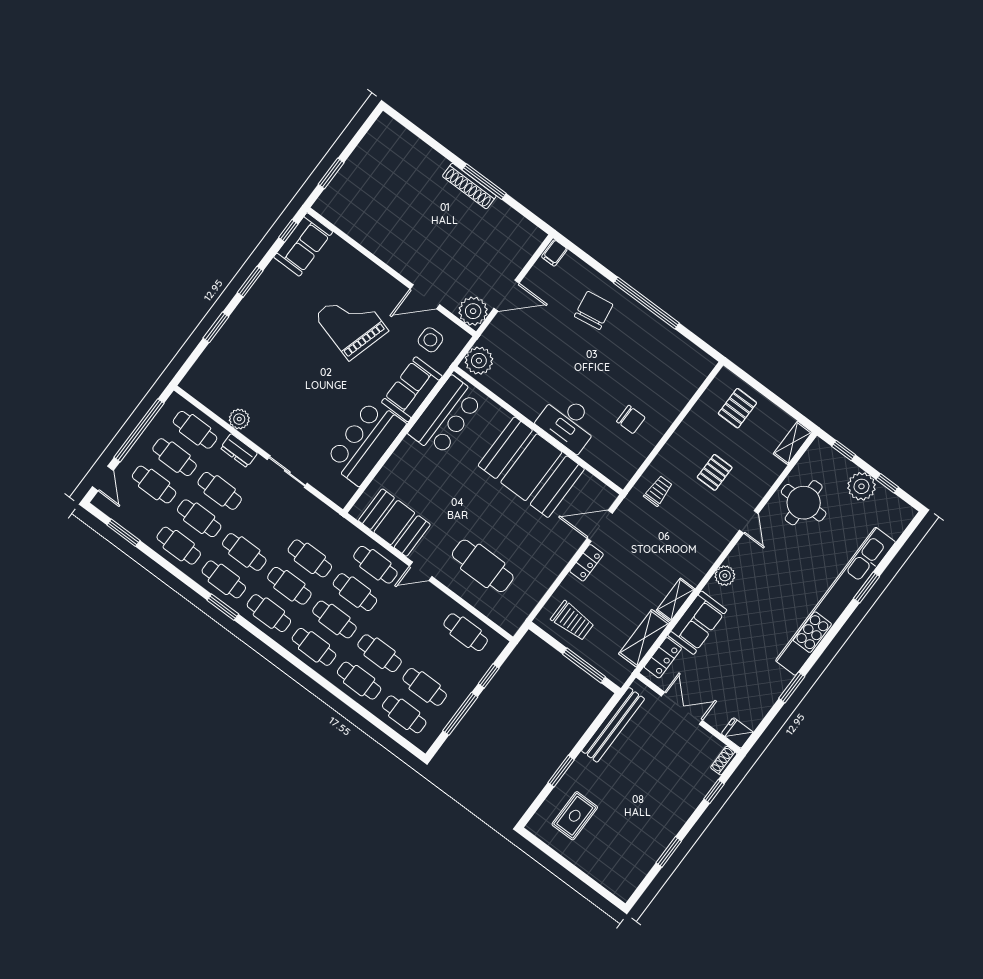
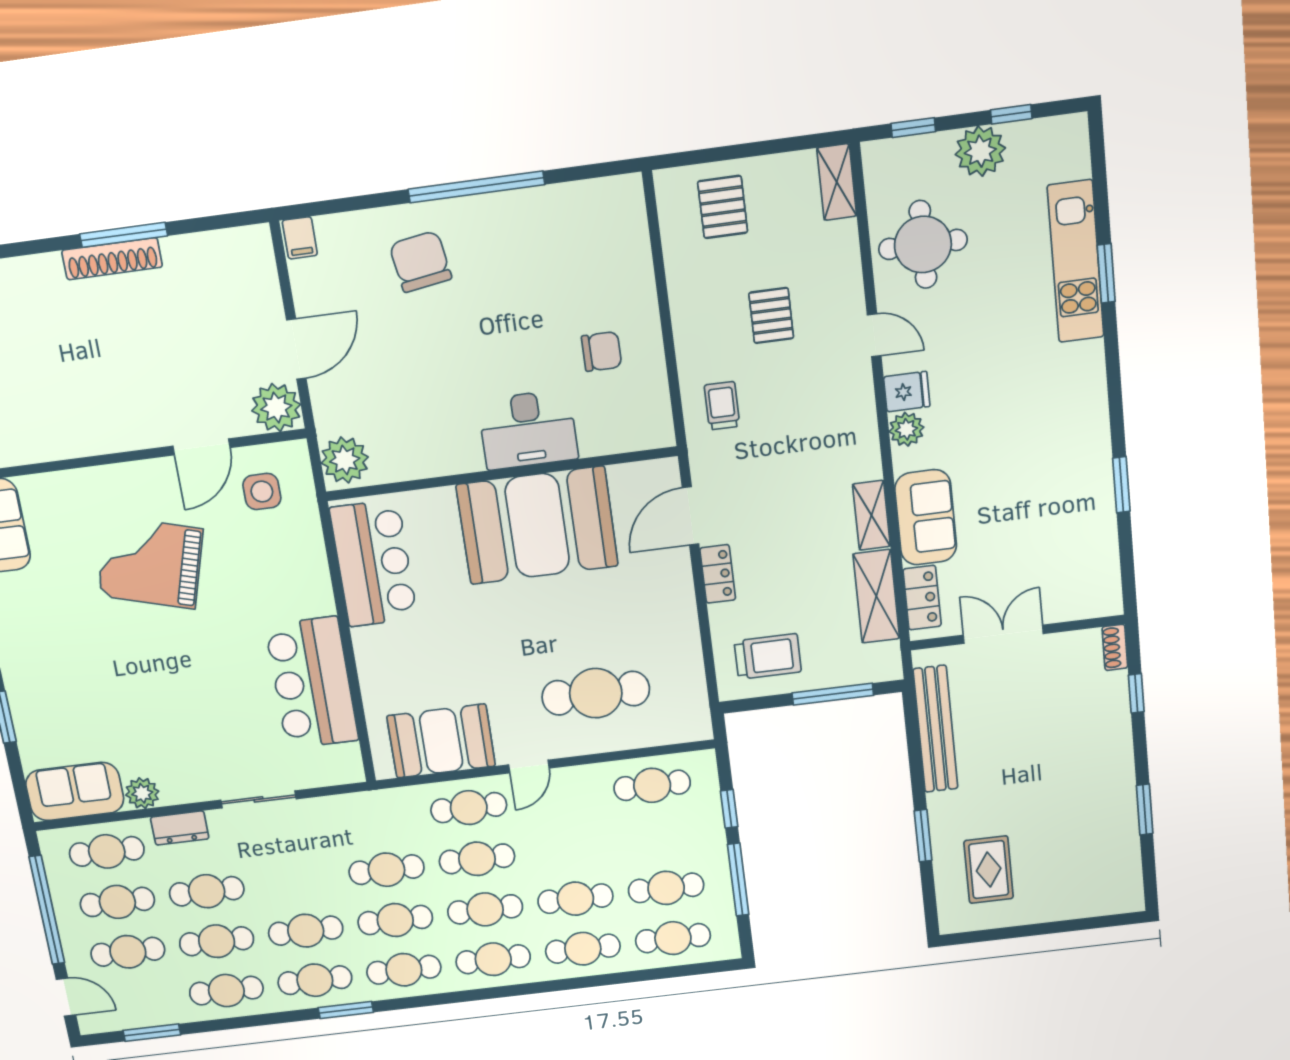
sofa: (412, 389) -> (75, 792), moved, turned 90
kitchen unit: (835, 601) -> (1076, 261), width x0.54
fridge: (737, 733) -> (907, 392), moved, turned 180

